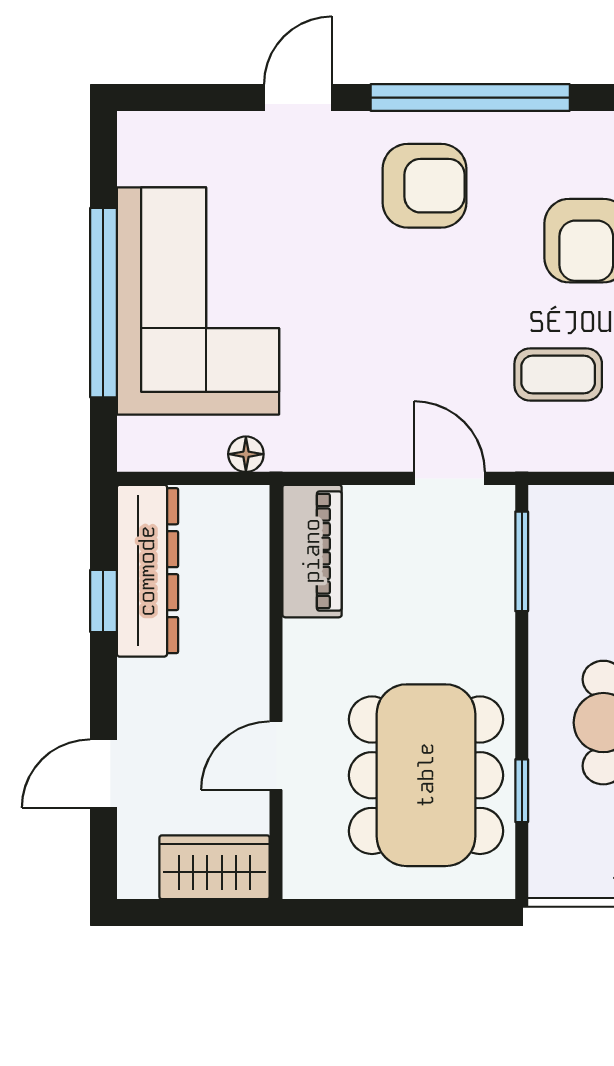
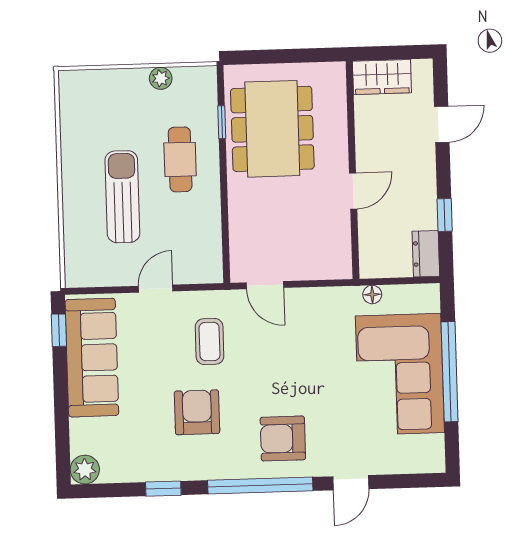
coffee table: (558, 375) -> (210, 342), turned 90
piano: (312, 551) -> (336, 245), removed
window: (522, 561) -> (226, 243), removed
dresser: (147, 571) -> (426, 254), width x0.51, depth x0.80
door: (276, 756) -> (353, 191), moved

